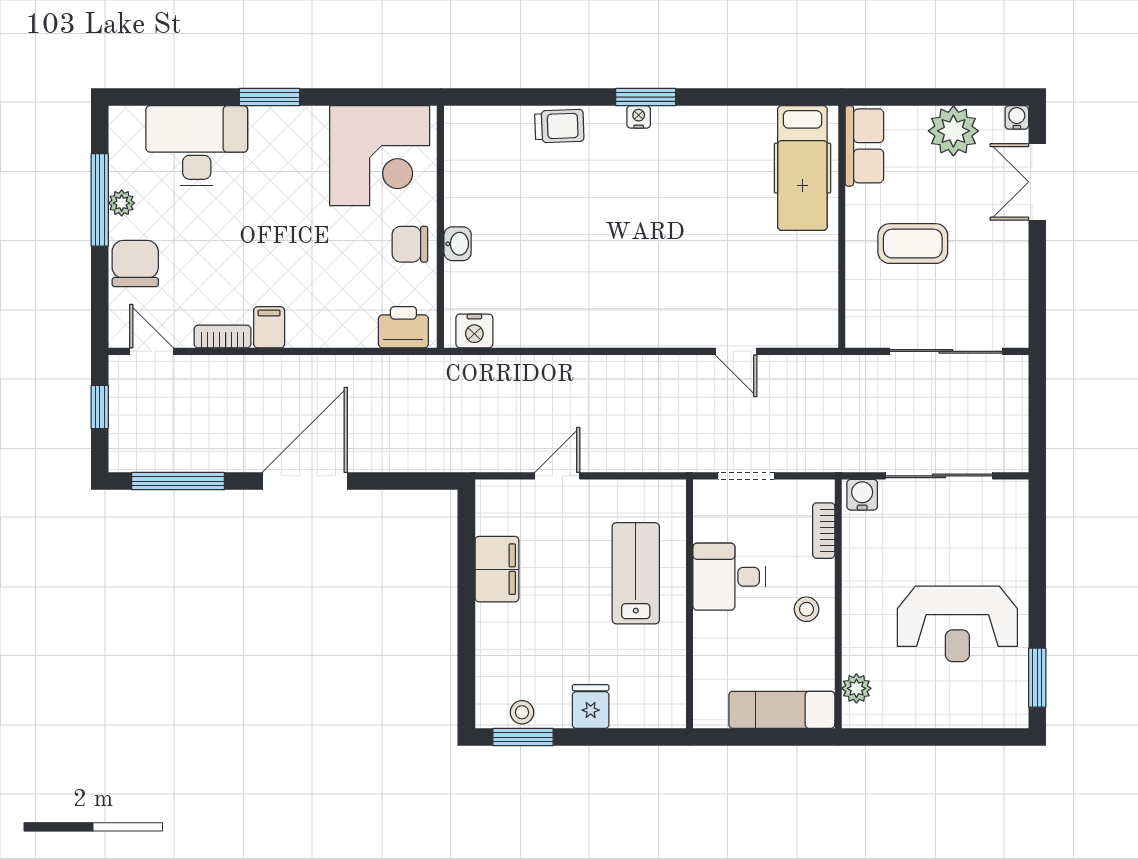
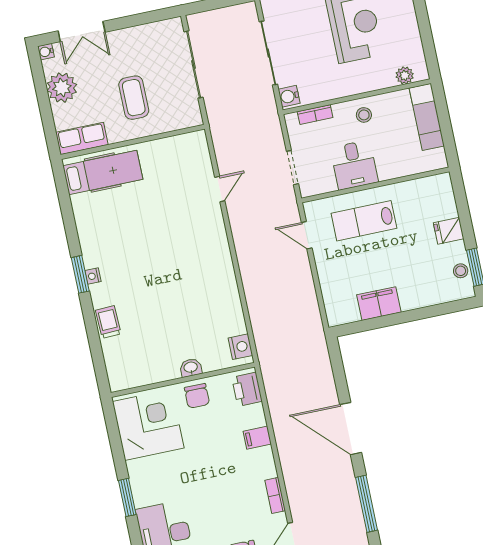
filing cabinet: (269, 327) -> (257, 438), moved
door: (557, 476) -> (307, 235), moved

